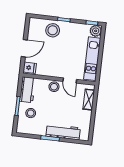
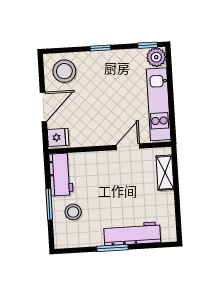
stool: (53, 30) -> (64, 71), moved
door: (70, 80) -> (128, 147), swing flipped
stool: (54, 87) -> (104, 162), removed

